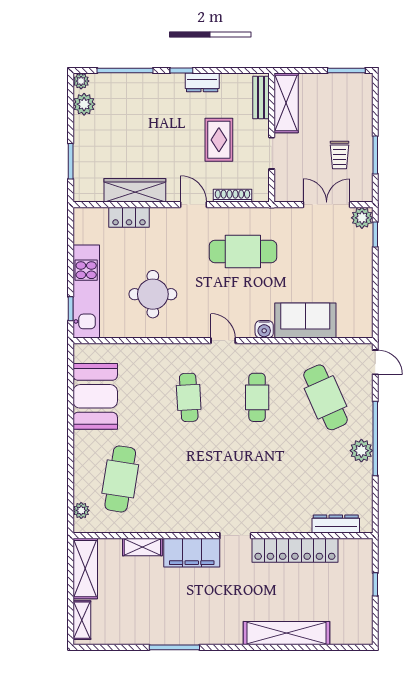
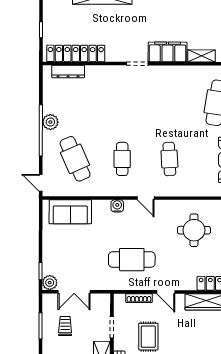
sofa: (305, 321) -> (70, 212), moved
locker: (295, 550) -> (76, 53), moved

